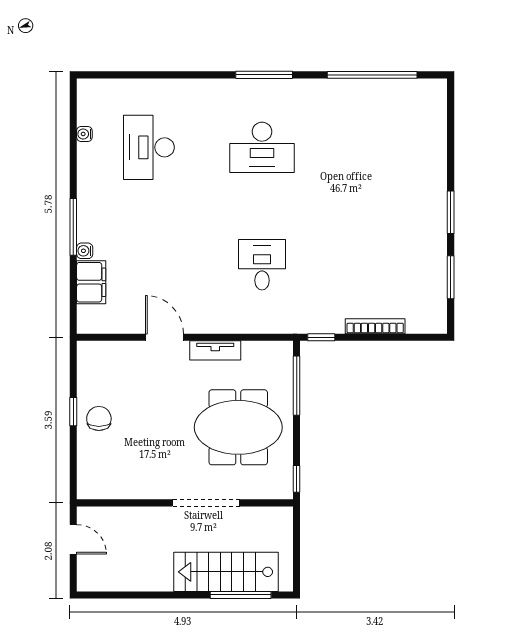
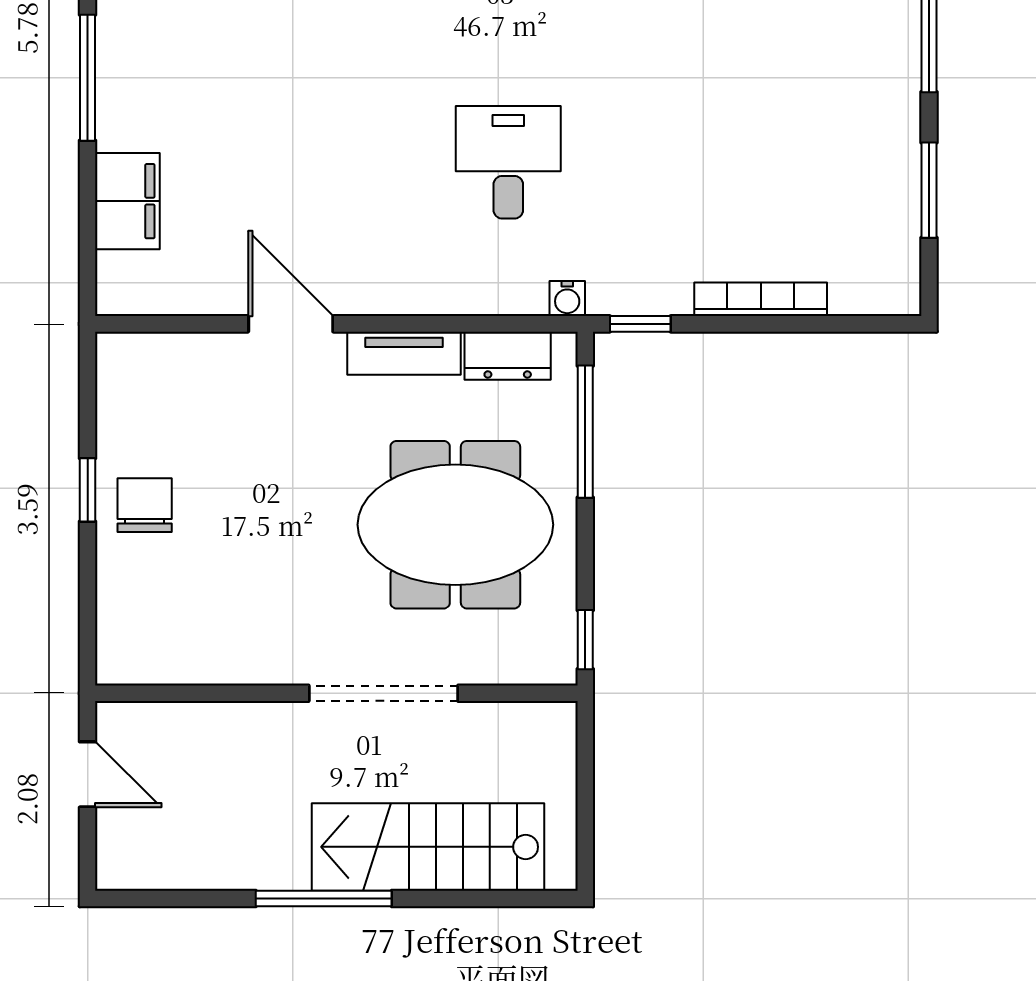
water cooler: (85, 251) -> (567, 299), moved, turned -90
dresser: (262, 352) -> (508, 356), added
window: (241, 595) -> (324, 899), moved

